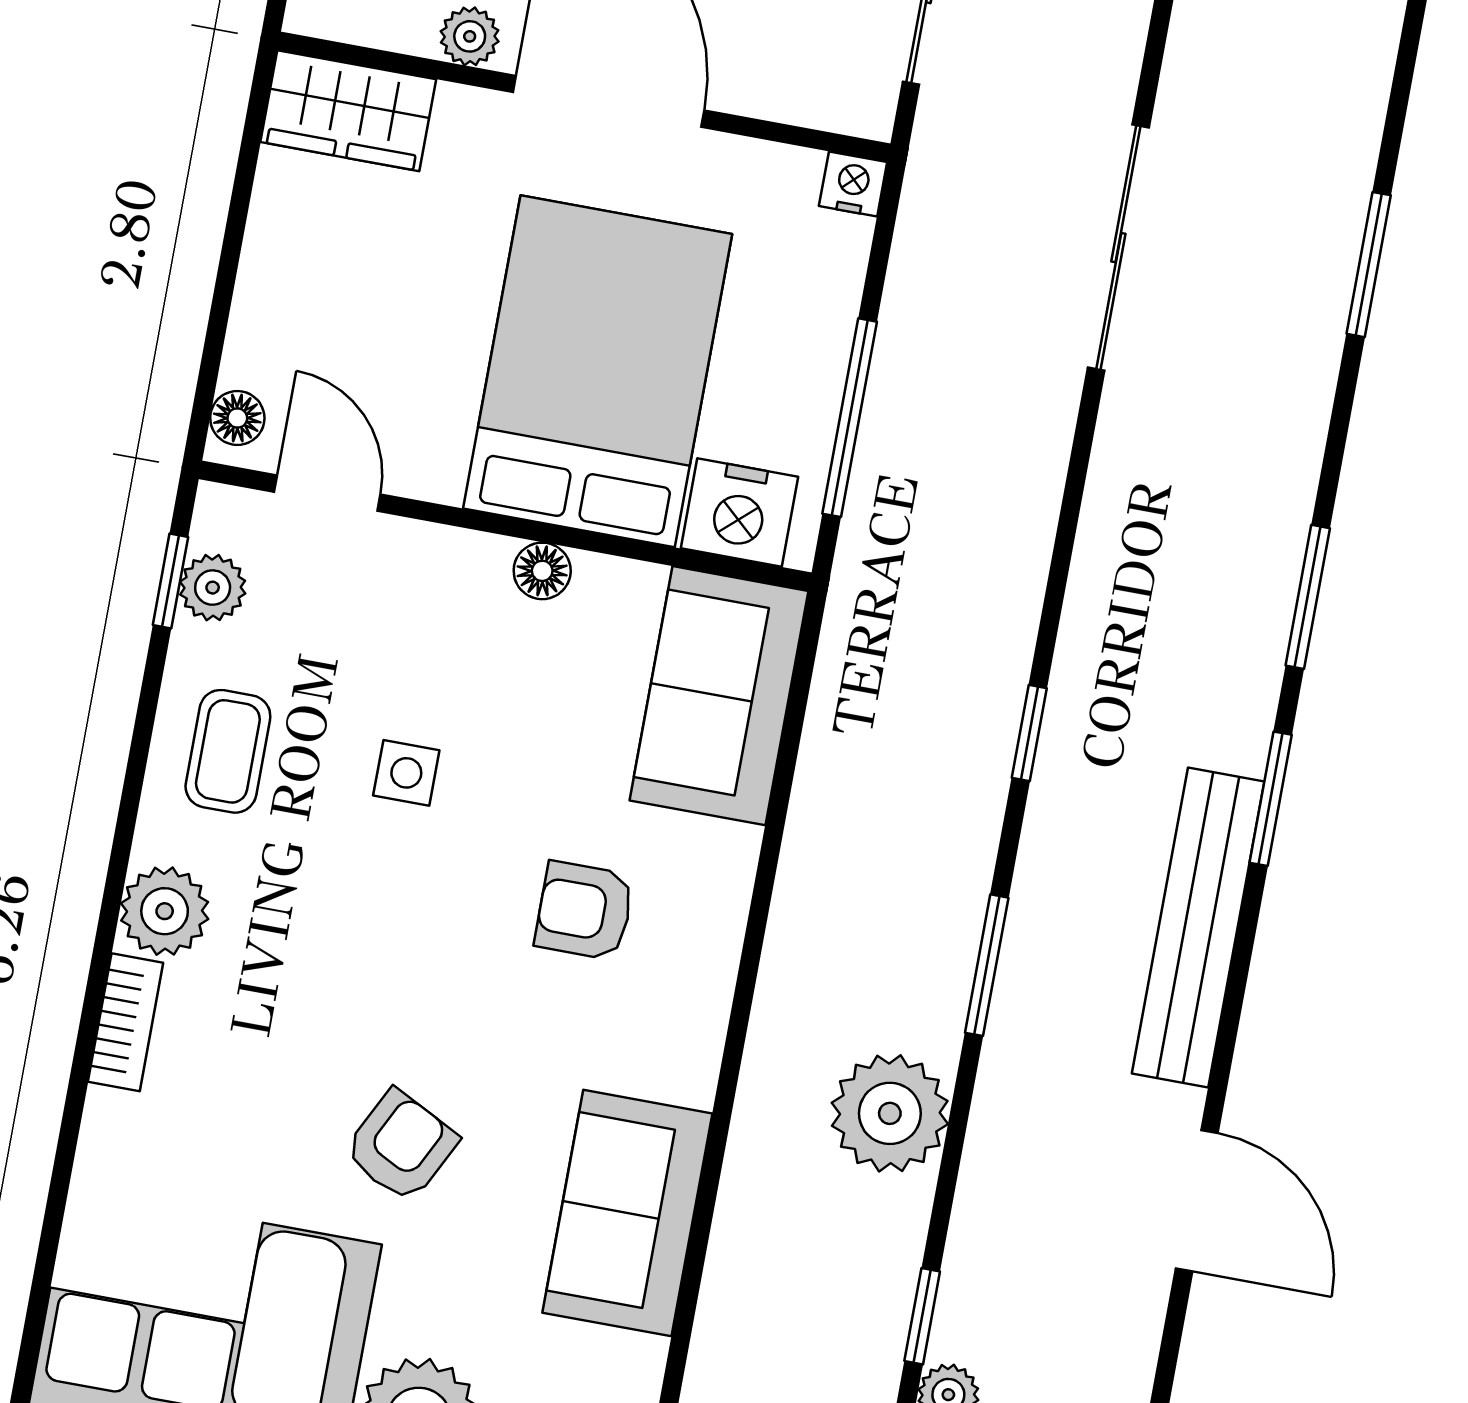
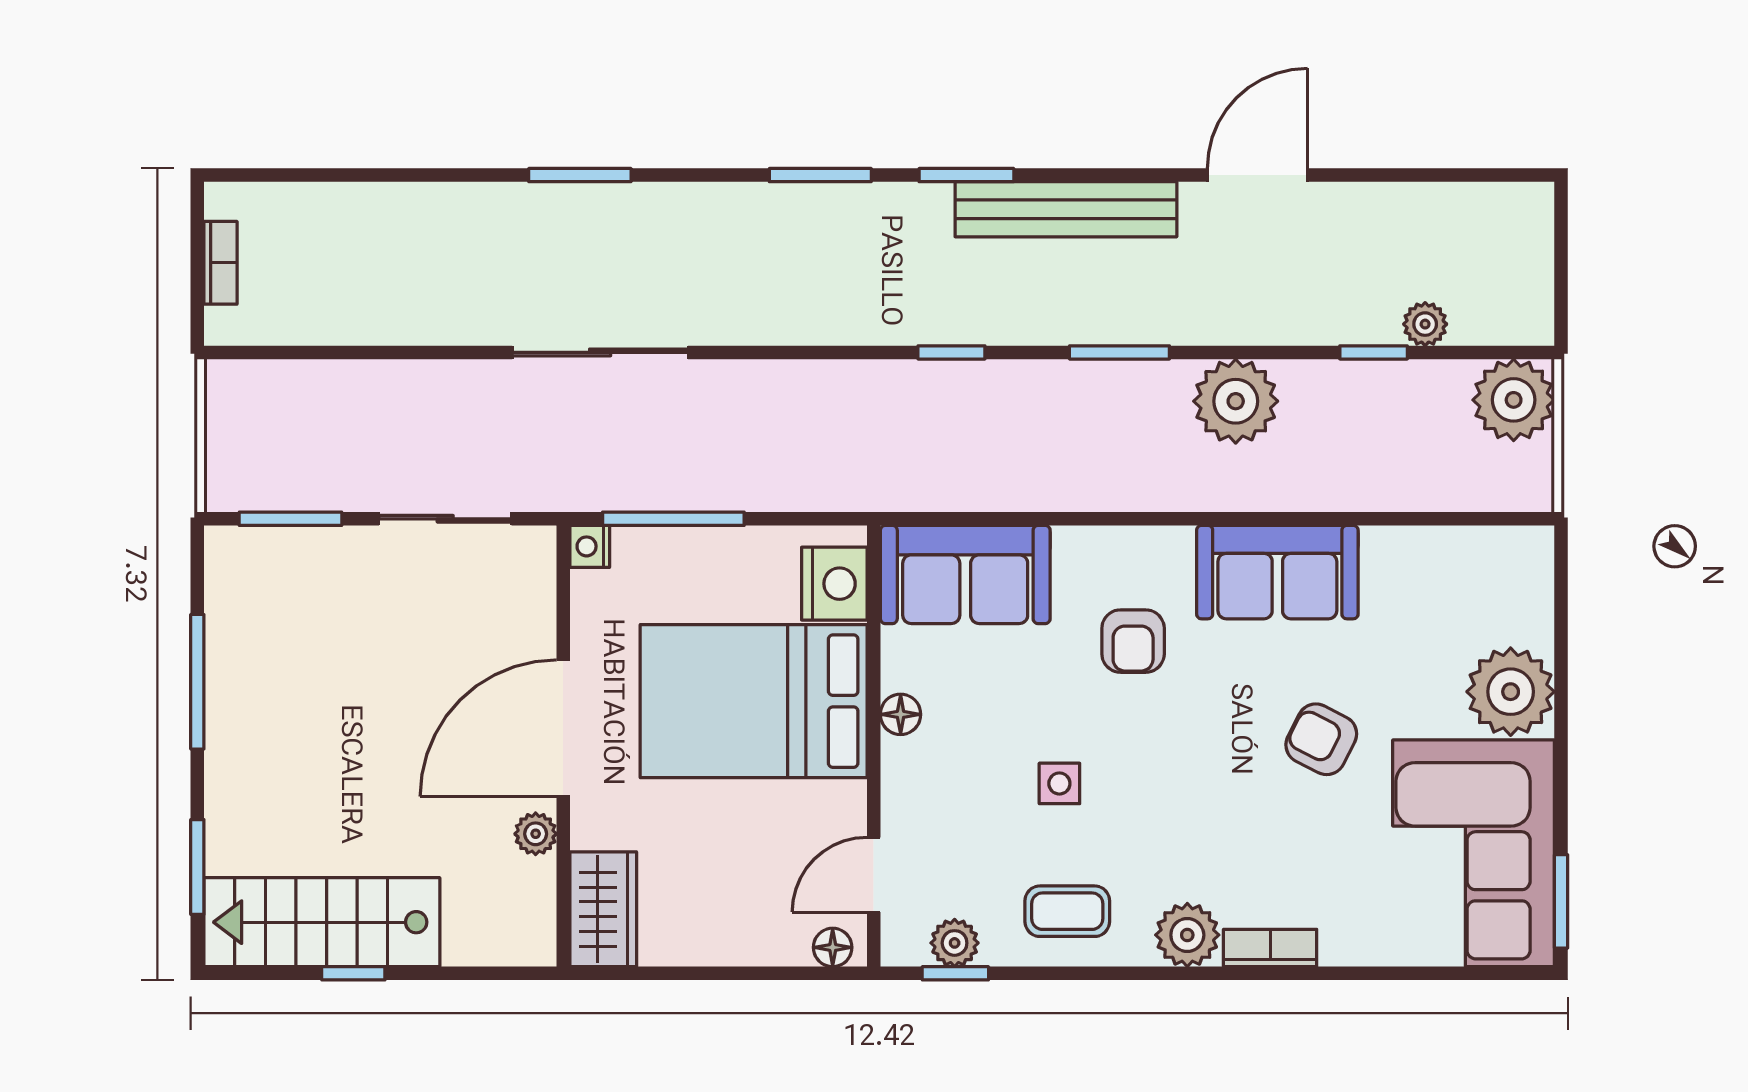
window: (850, 418) -> (673, 519), moved
sofa: (627, 1213) -> (1277, 572), moved

